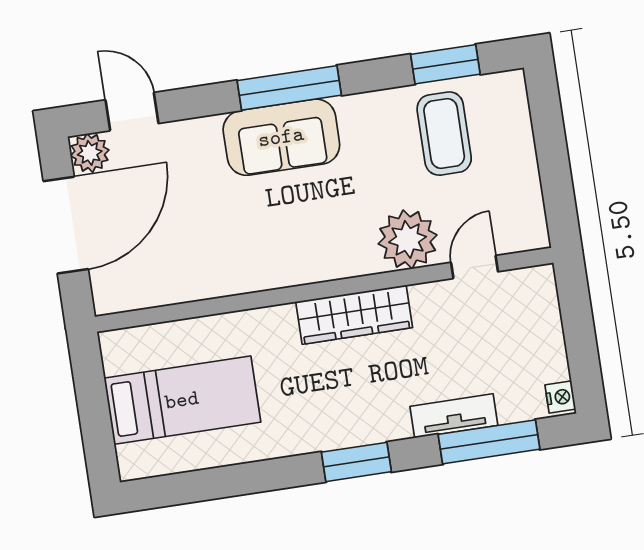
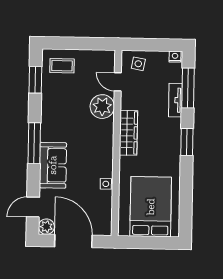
coffee table: (444, 134) -> (62, 66), moved, width x0.73, depth x0.77
sofa: (281, 137) -> (53, 165), moved
side table: (219, 281) -> (106, 184), added
side table: (528, 310) -> (138, 64), added
bed: (182, 400) -> (151, 207), width x1.50

